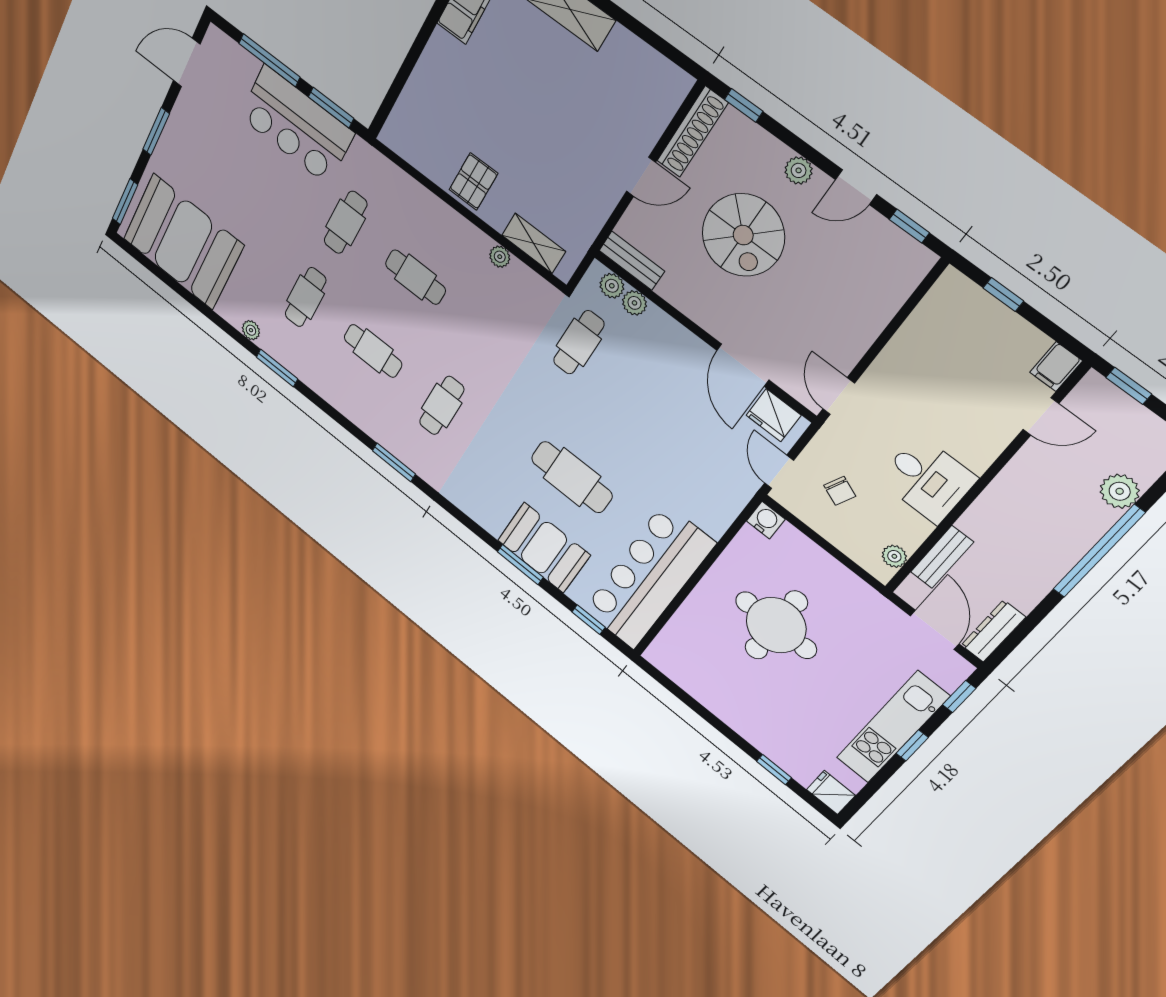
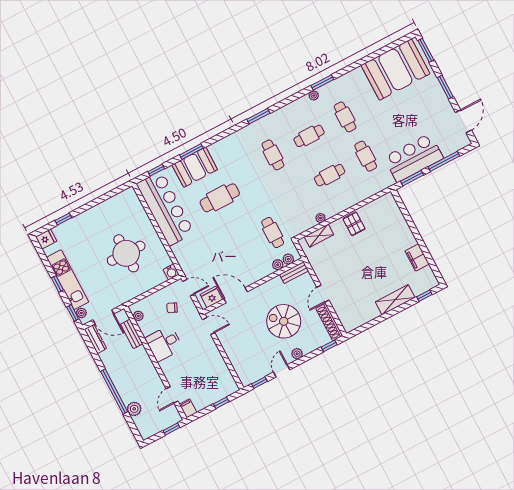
plant: (251, 330) -> (314, 95), moved
plant: (950, 678) -> (81, 313), added

